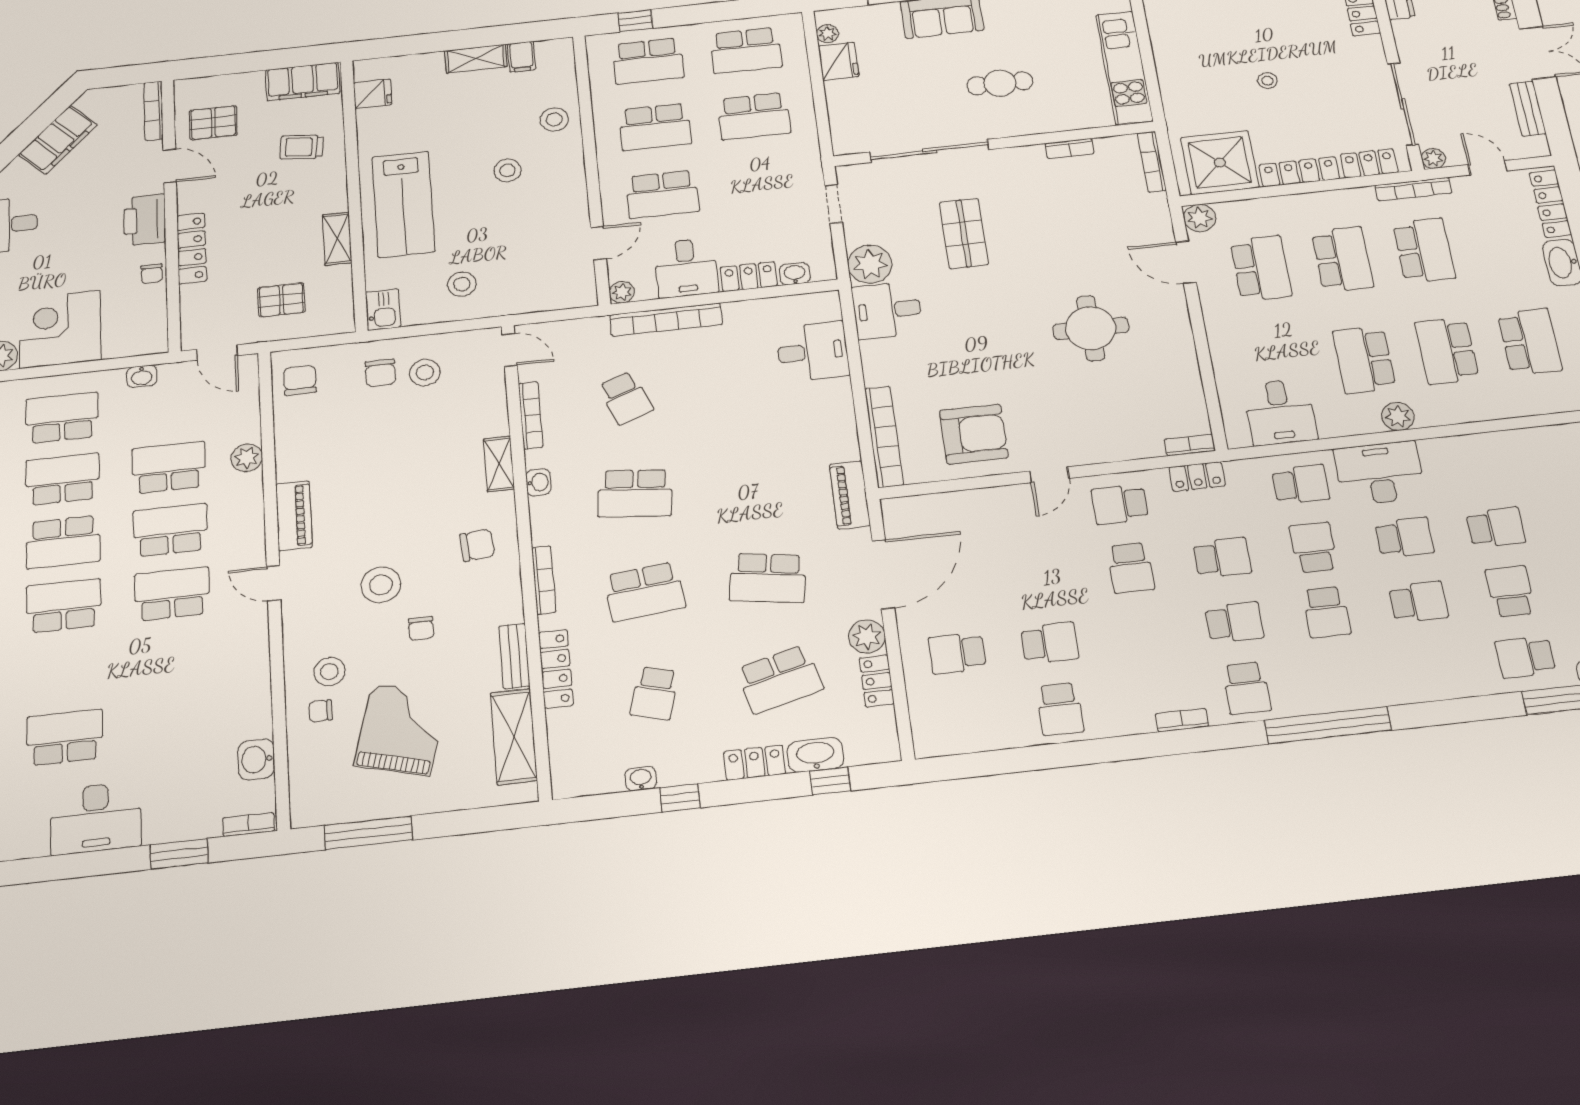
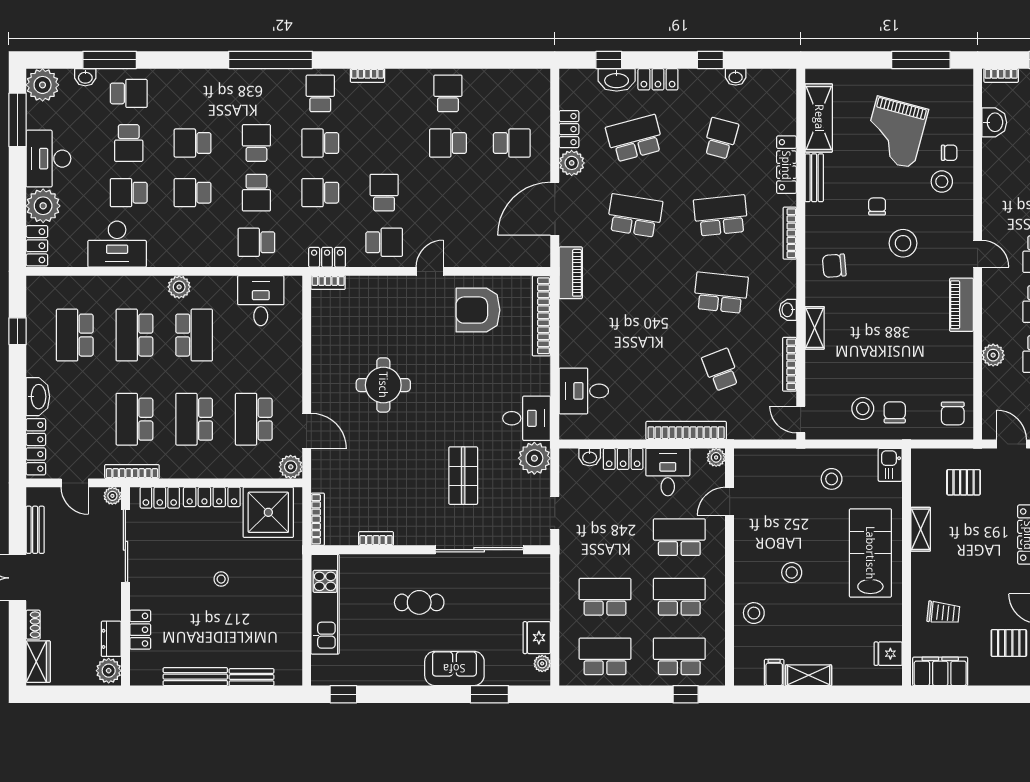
school desk: (1447, 351) -> (134, 335), turned 180
desk: (1380, 473) -> (117, 244), moved

